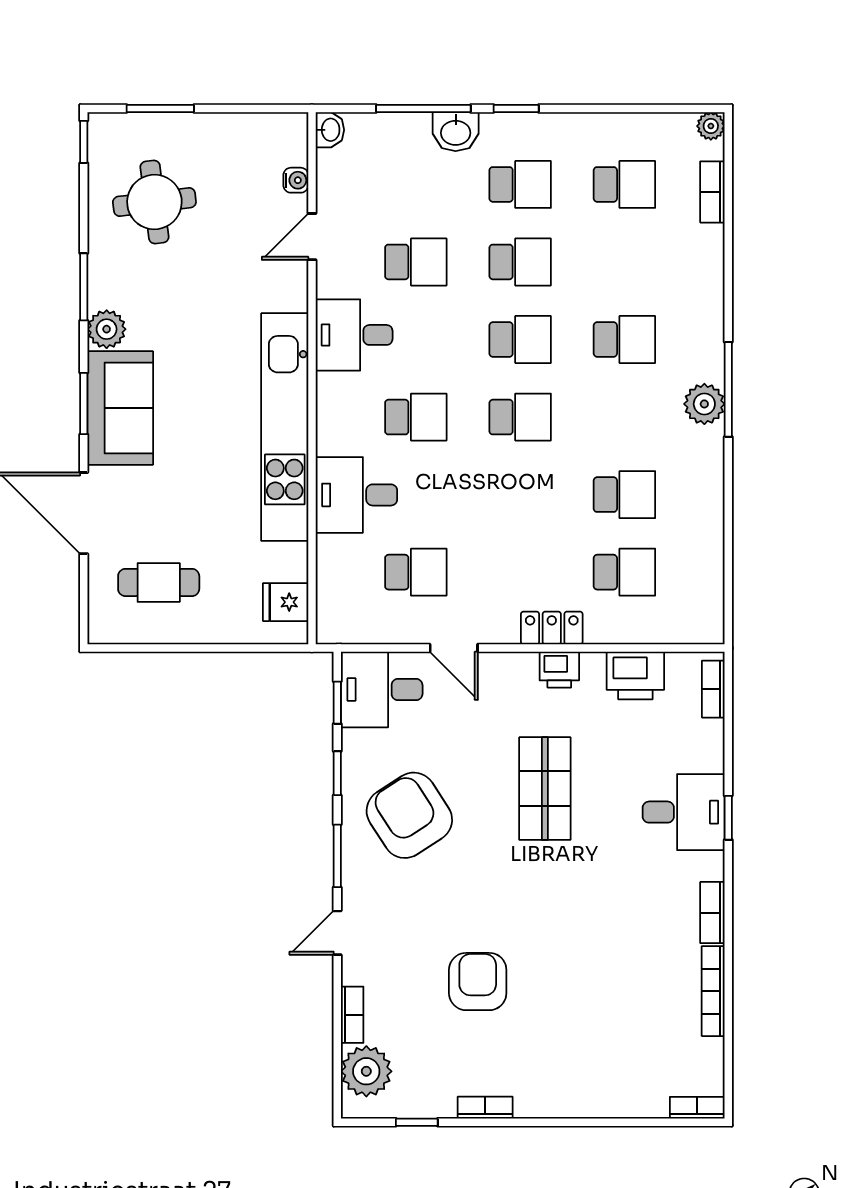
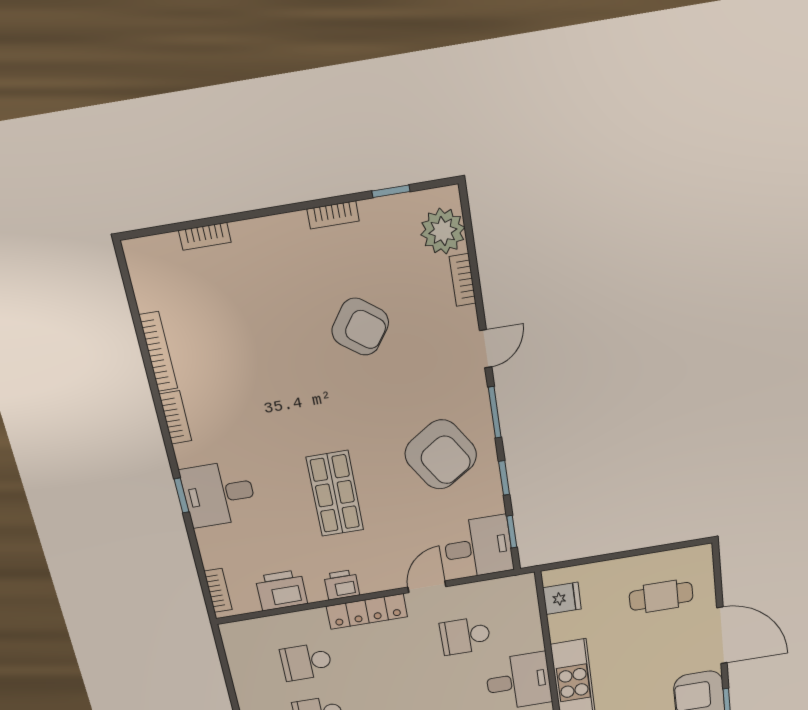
locker: (552, 628) -> (367, 611), width x1.53
door: (454, 648) -> (427, 587), hinge flipped
armchair: (478, 982) -> (360, 327), turned -54
bookcase: (697, 1108) -> (205, 236), moved

